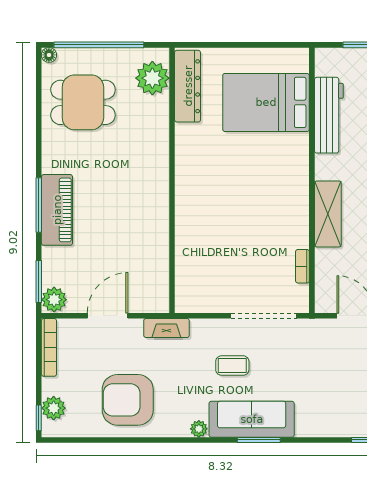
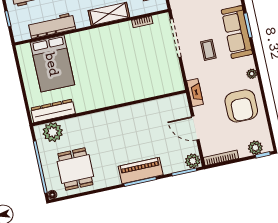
plant: (199, 429) -> (252, 74), moved

